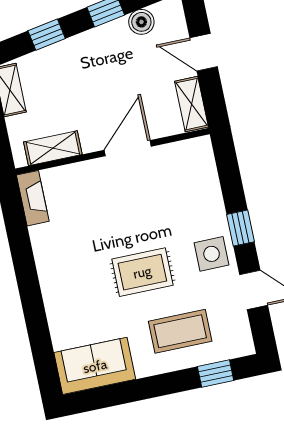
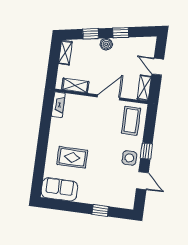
boiler: (141, 22) -> (106, 44), moved
rug: (142, 272) -> (72, 157), moved
coffee table: (180, 331) -> (131, 121), moved, turned 90
window: (216, 373) -> (100, 210), moved

